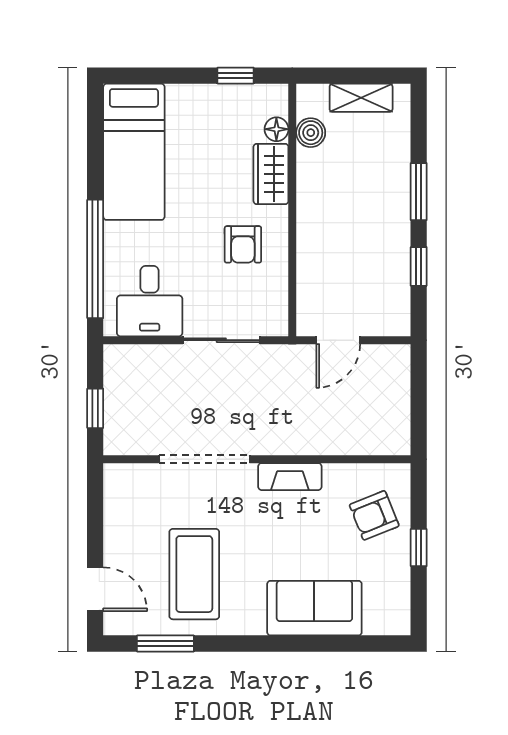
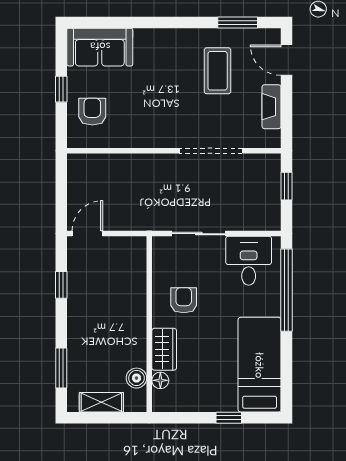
window: (236, 76) -> (229, 418), moved
window: (419, 192) -> (61, 368), moved
door: (338, 340) -> (87, 234), moved
fireplace: (290, 477) -> (271, 107), moved, turned -90
armchair: (374, 515) -> (92, 112), turned -68
coffee table: (194, 574) -> (218, 71), width x0.73, depth x0.76
sofa: (314, 608) -> (100, 47), moved

